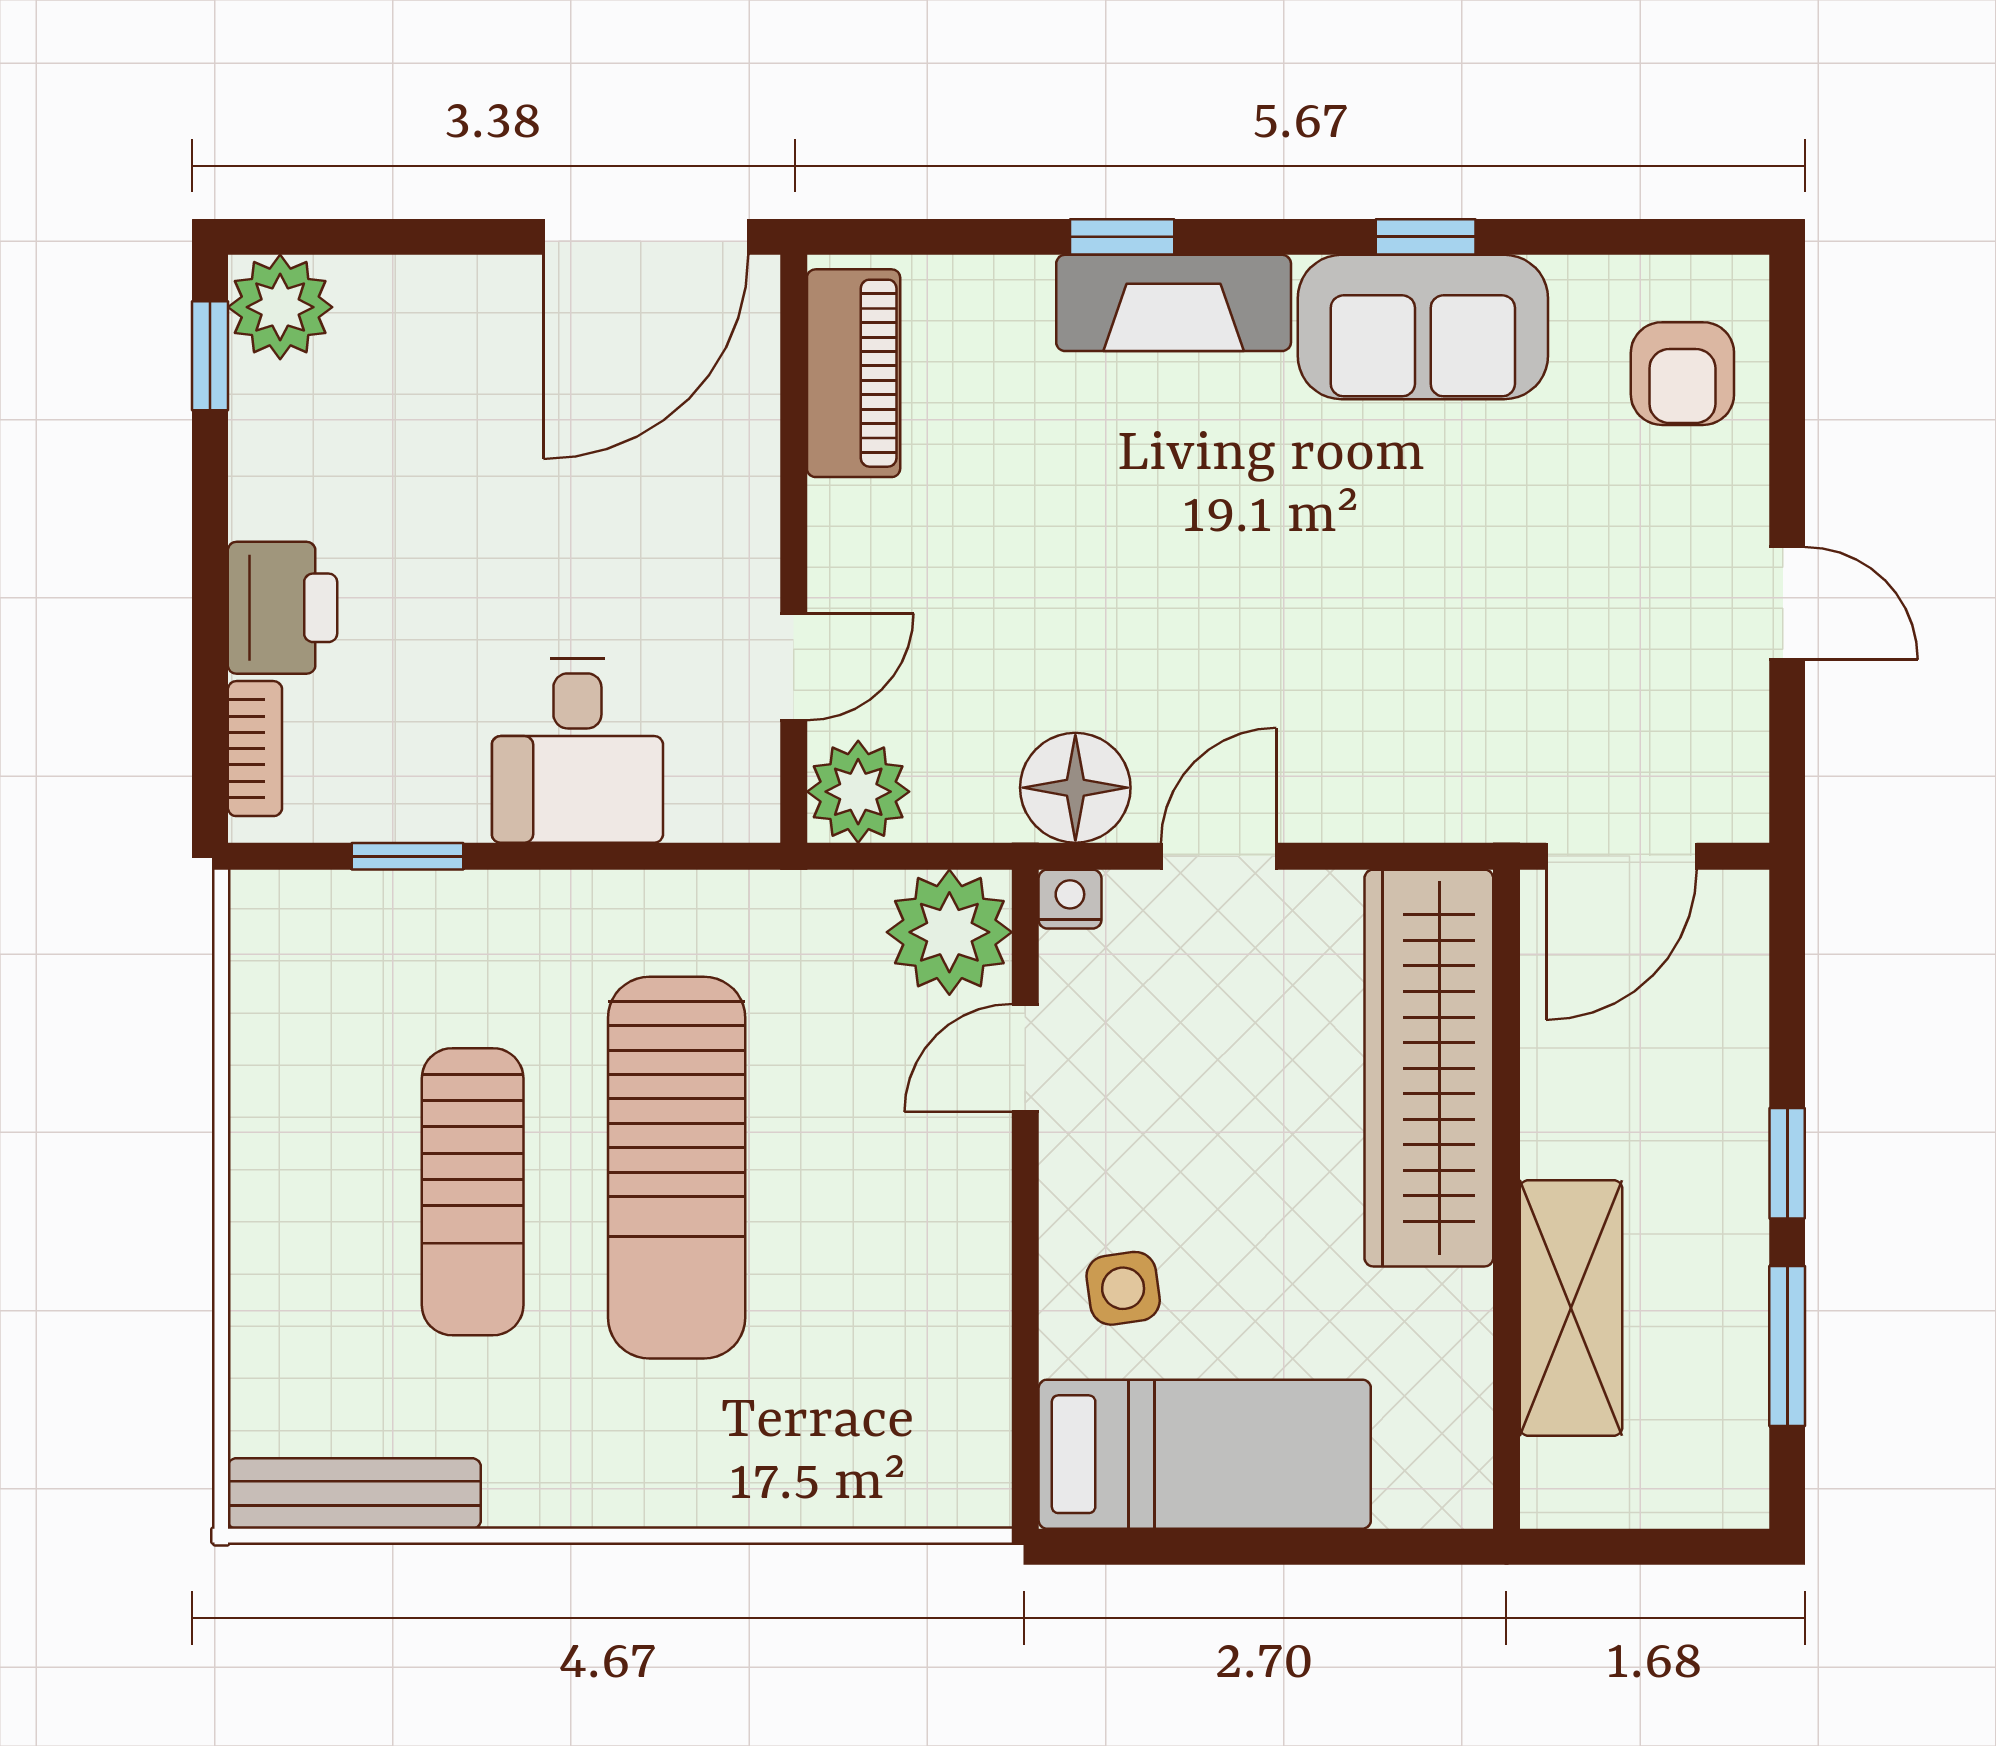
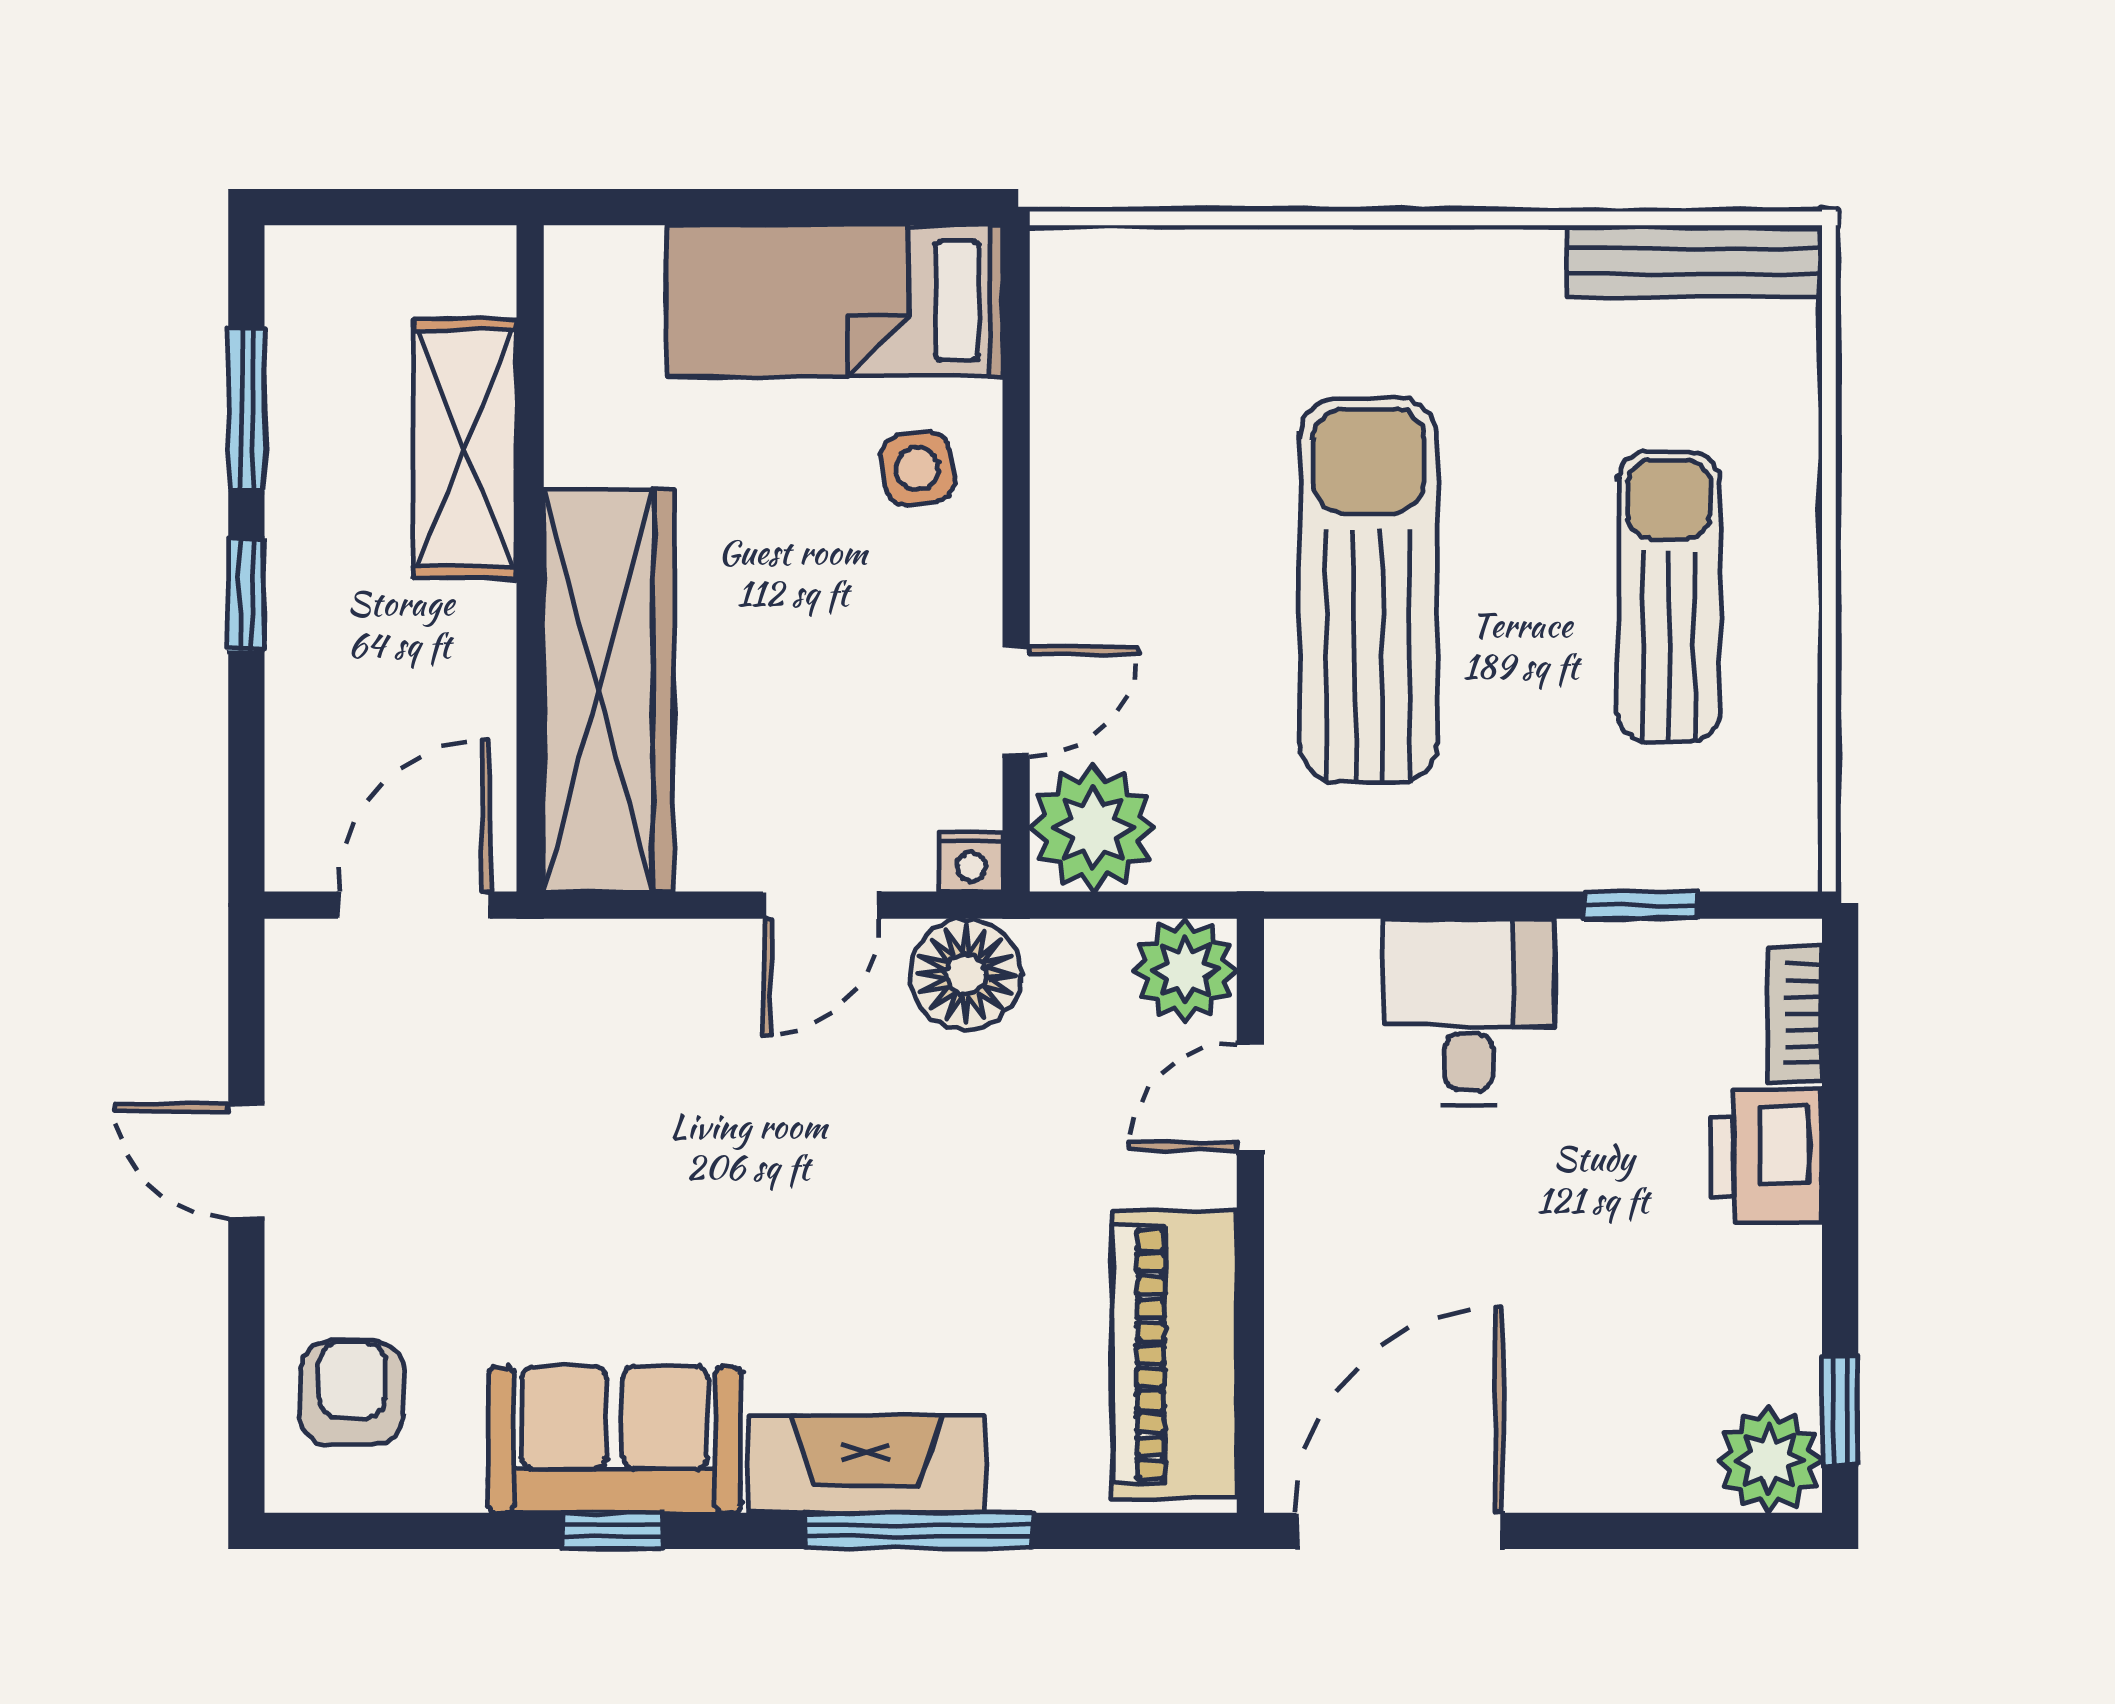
window: (1122, 237) -> (918, 1531), width x2.17
piano: (854, 373) -> (1174, 1355), width x1.37, depth x1.33
sun lounger: (473, 1192) -> (1669, 597), moved

